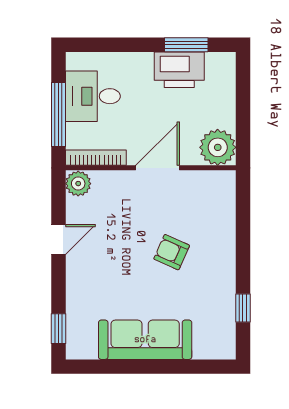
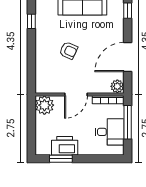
door: (58, 240) -> (128, 57), width x1.88

